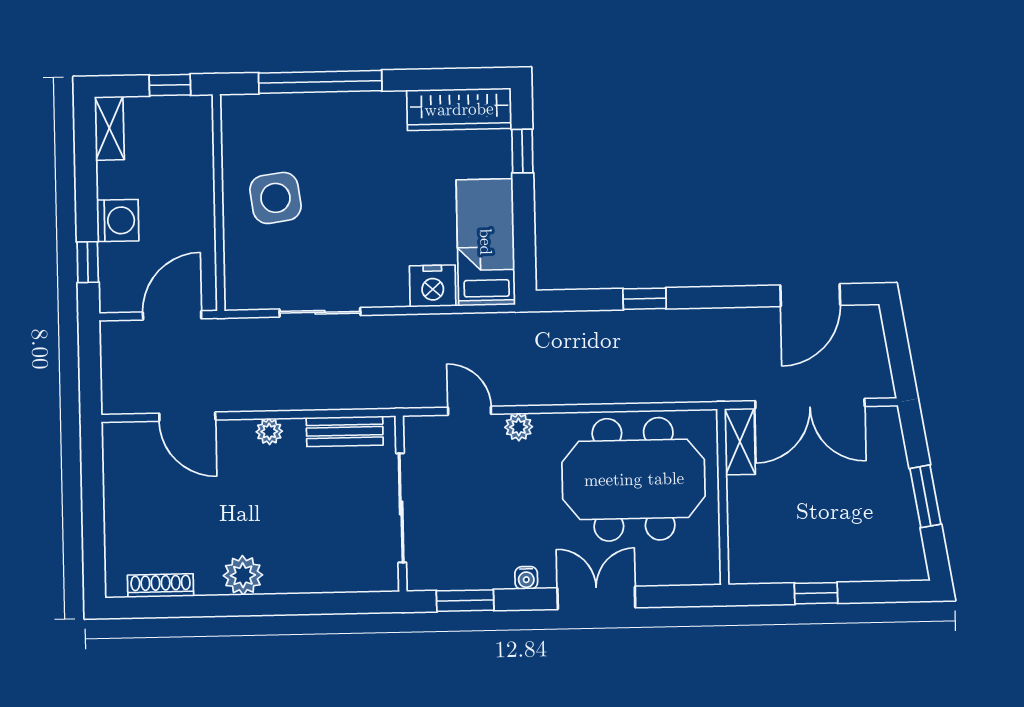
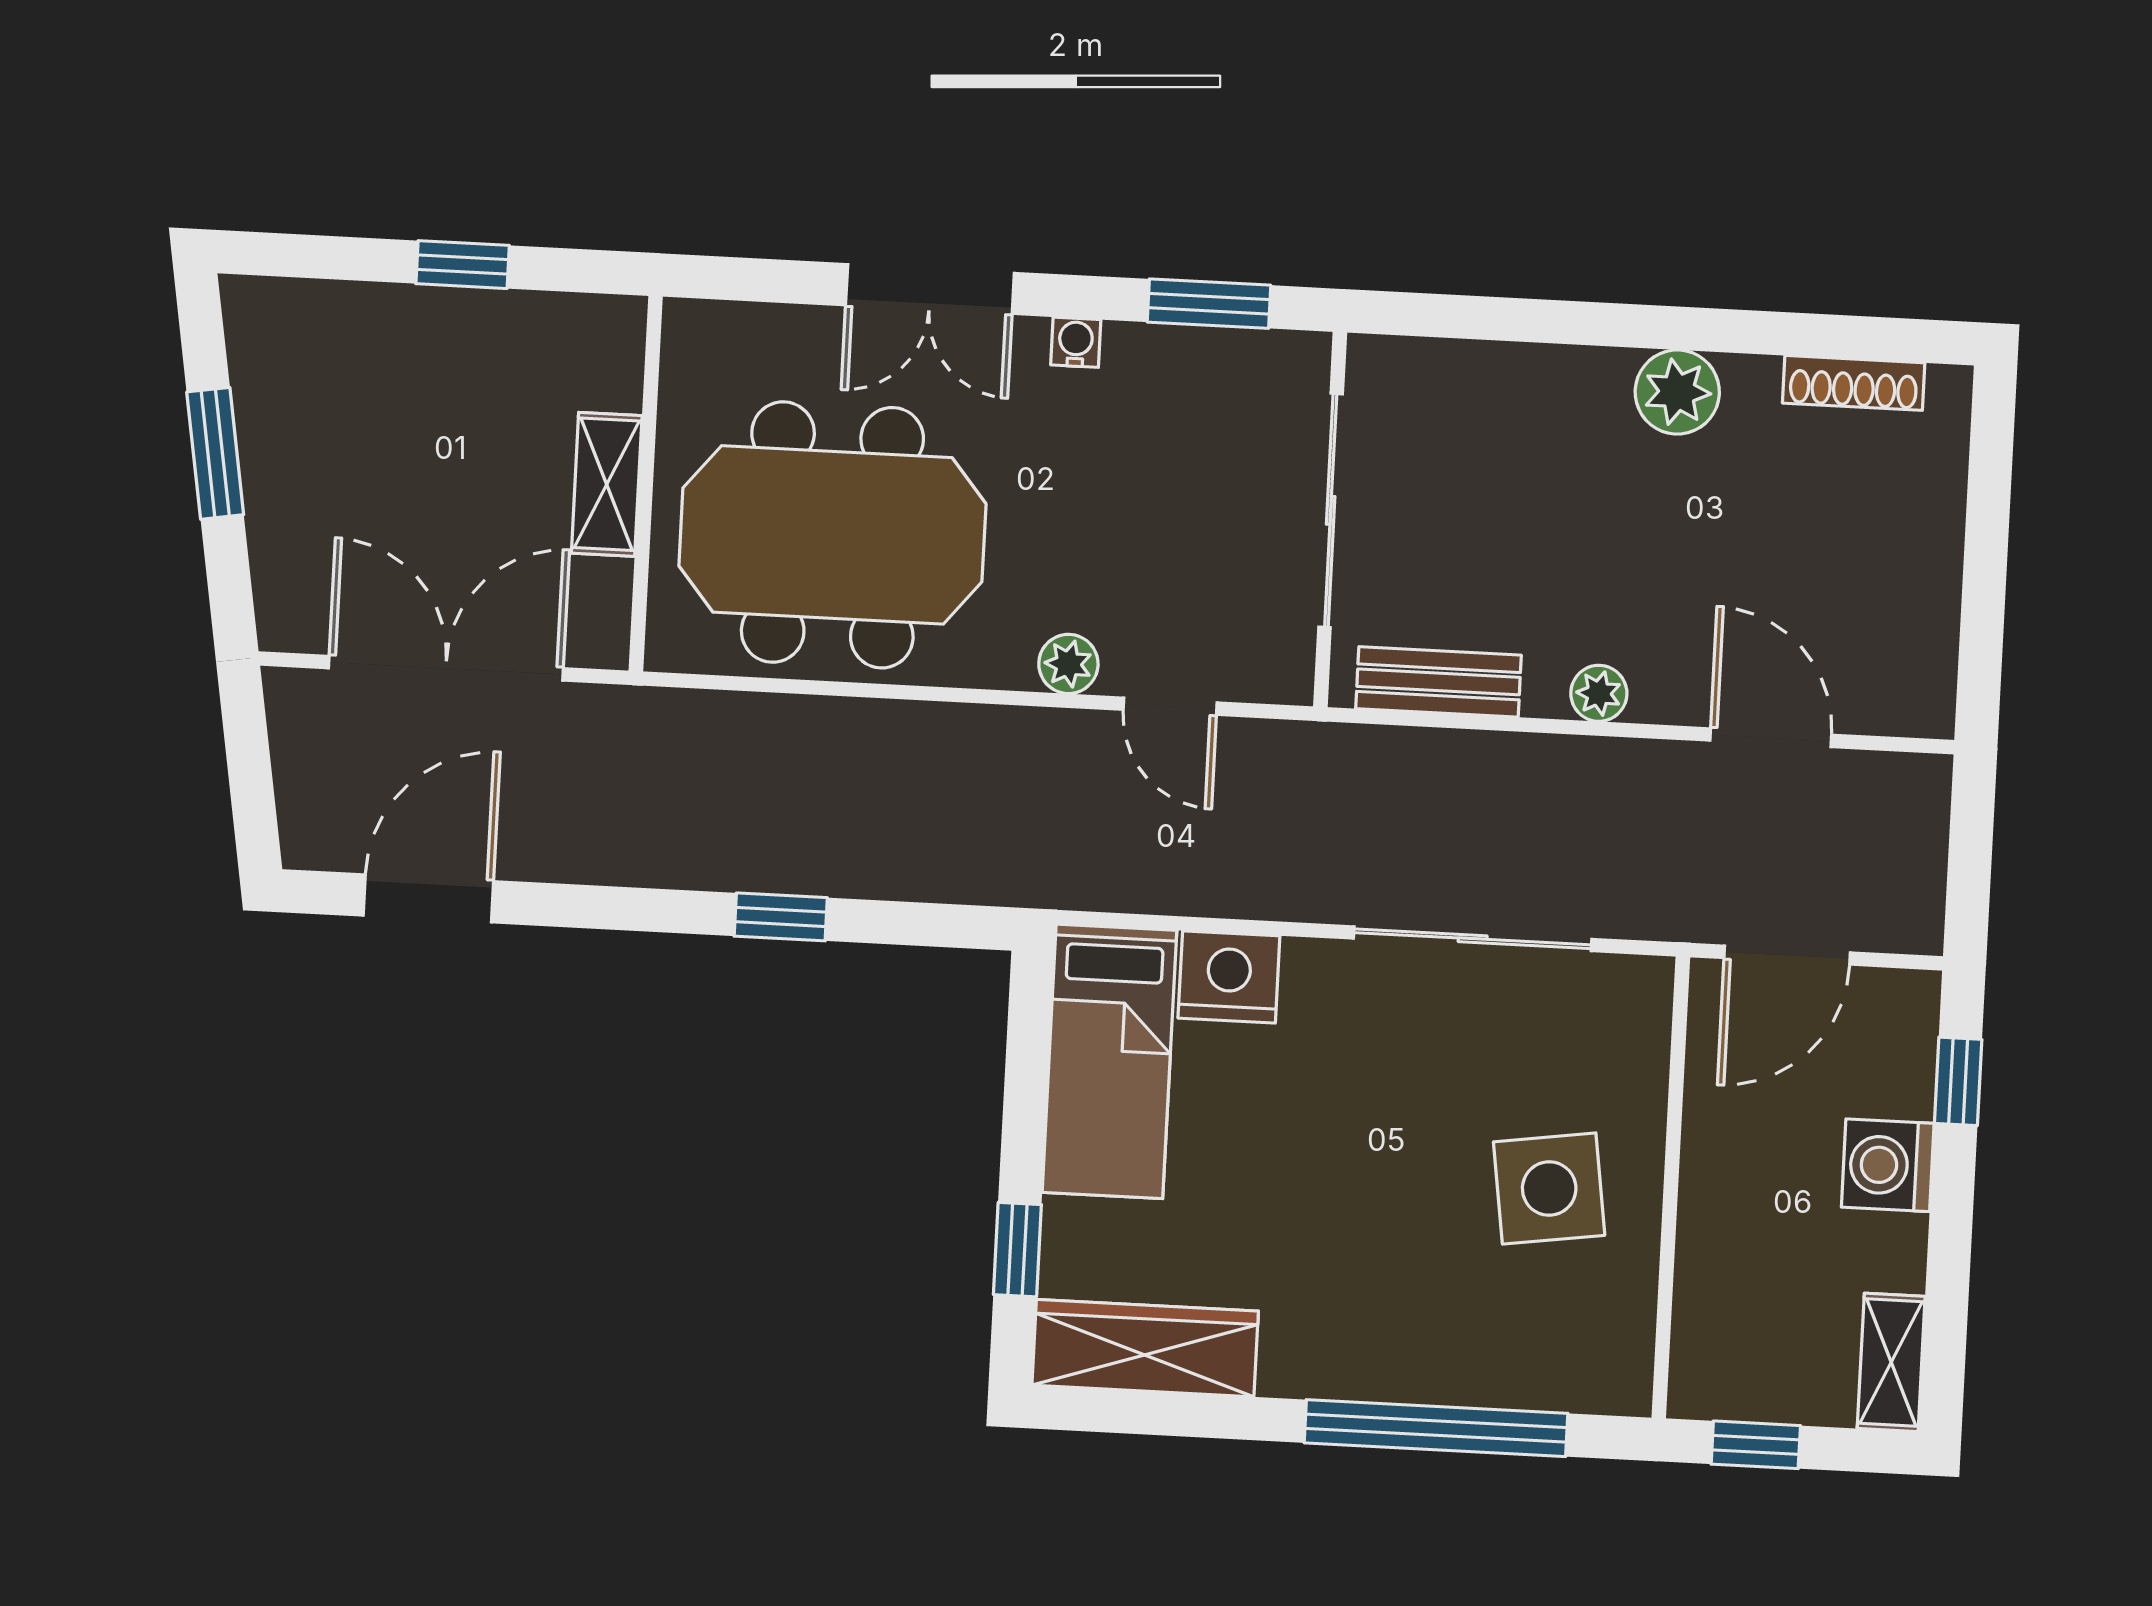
sliding door: (320, 312) -> (1473, 939), width x1.37
shelving: (740, 442) -> (607, 484), moved

